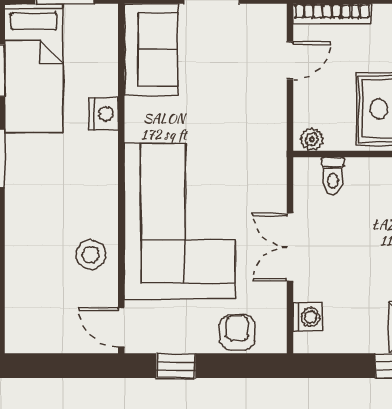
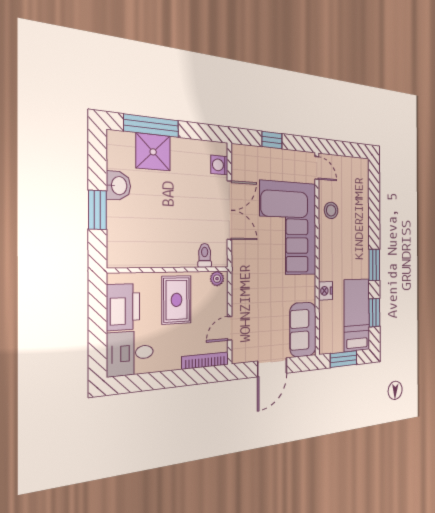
double door: (290, 247) -> (229, 210), width x1.37
armchair: (237, 332) -> (258, 159), removed
window: (176, 366) -> (272, 140), moved

